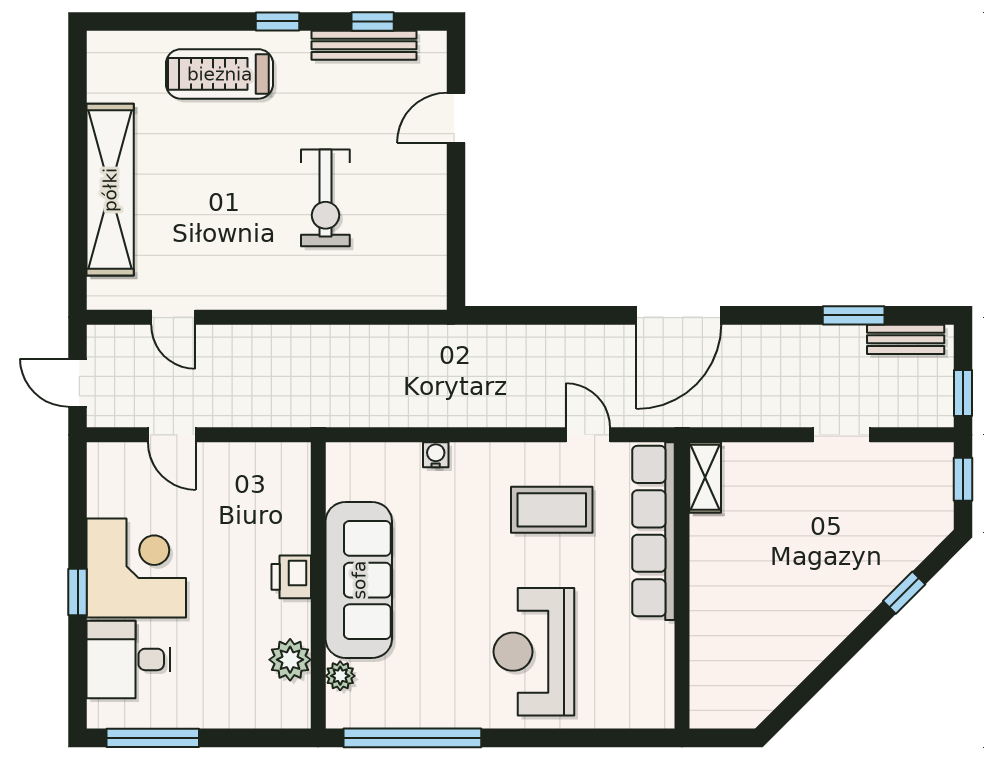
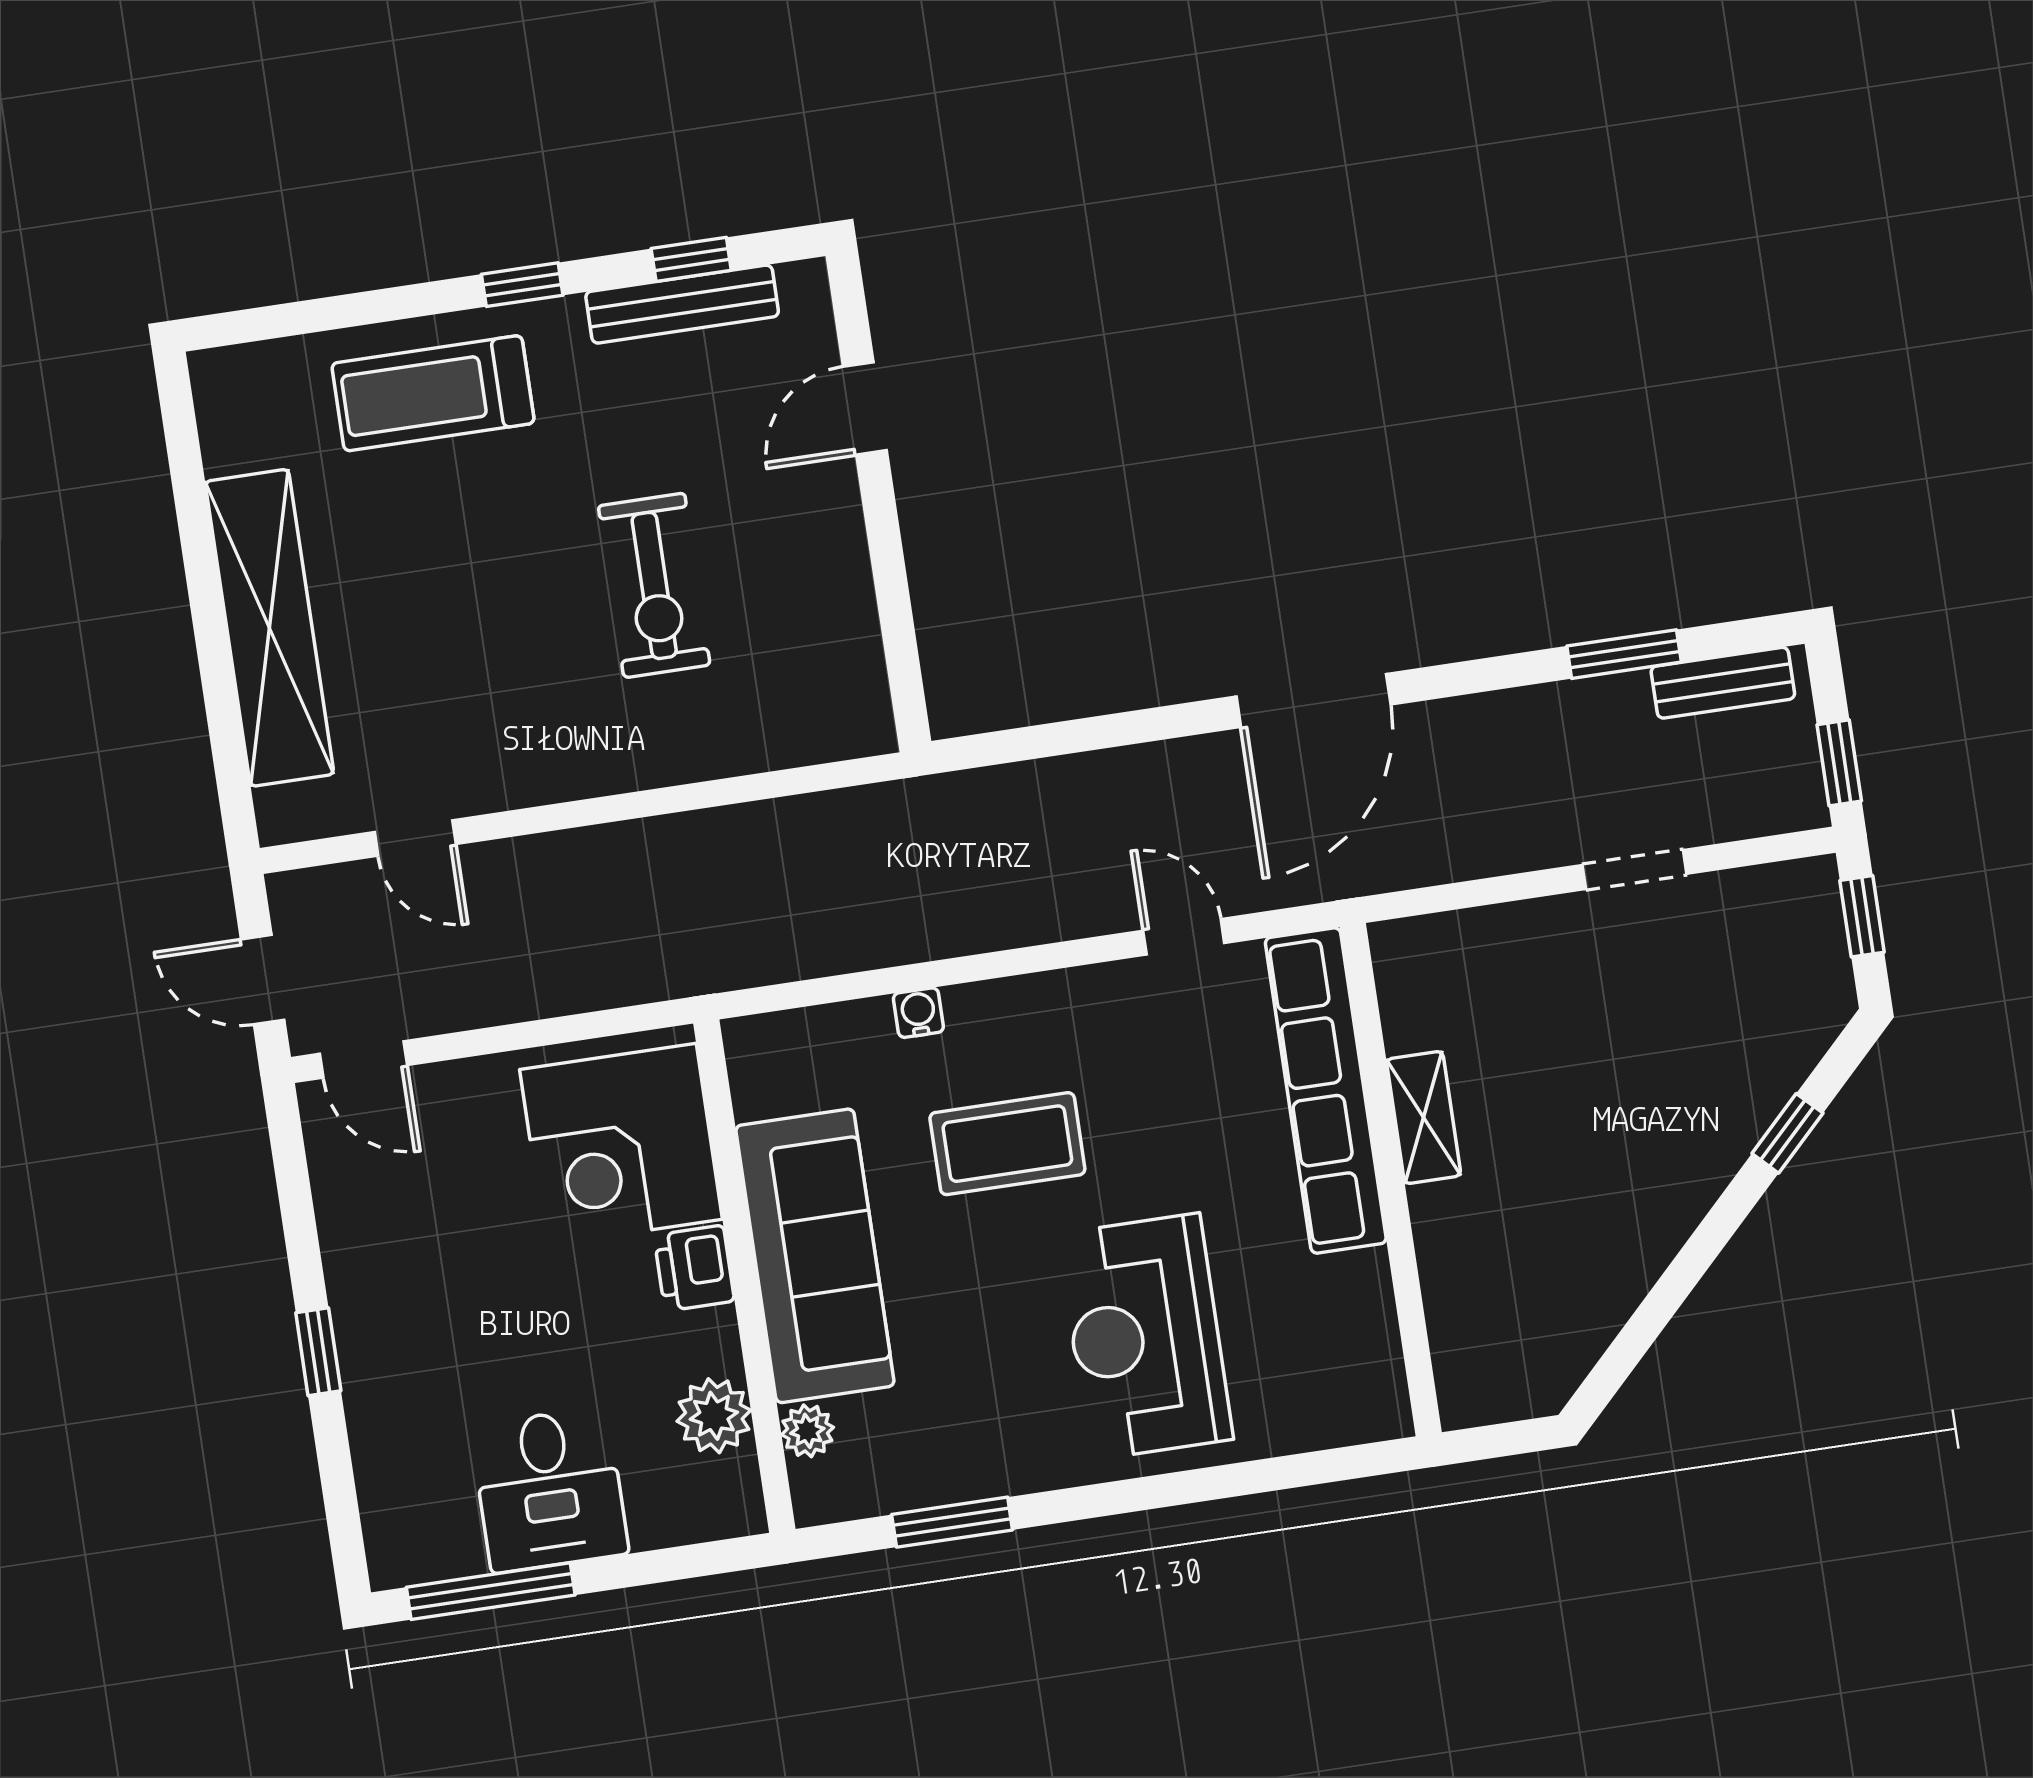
door: (172, 435) -> (363, 1059), moved
shelving: (705, 477) -> (1424, 1117), moved
coffee table: (552, 510) -> (1007, 1144), moved
corner desk: (136, 568) -> (621, 1144), moved, turned 180
desk: (129, 659) -> (550, 1490), moved, turned -90
window: (412, 738) -> (952, 1522), width x0.47

